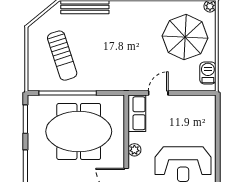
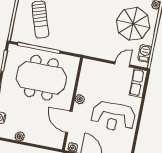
door: (158, 93) -> (122, 64), moved
row of seats: (137, 113) -> (138, 83), moved, turned 180

